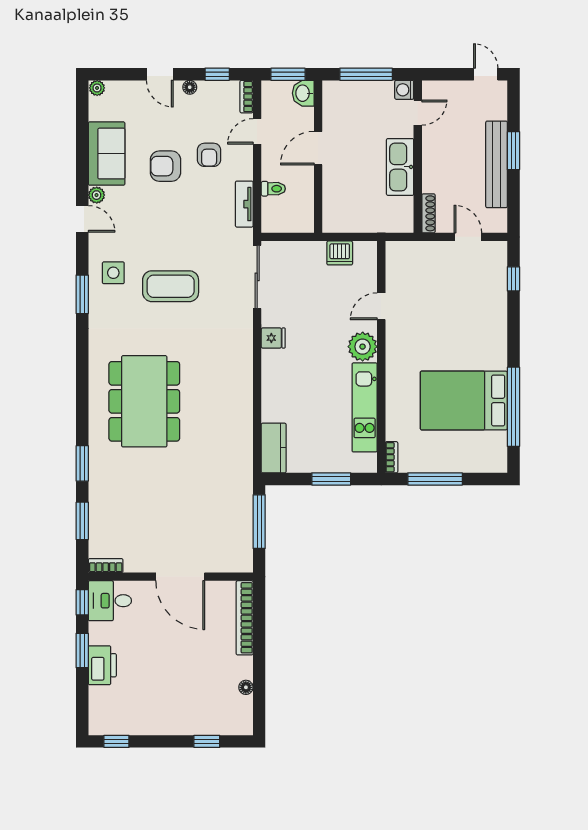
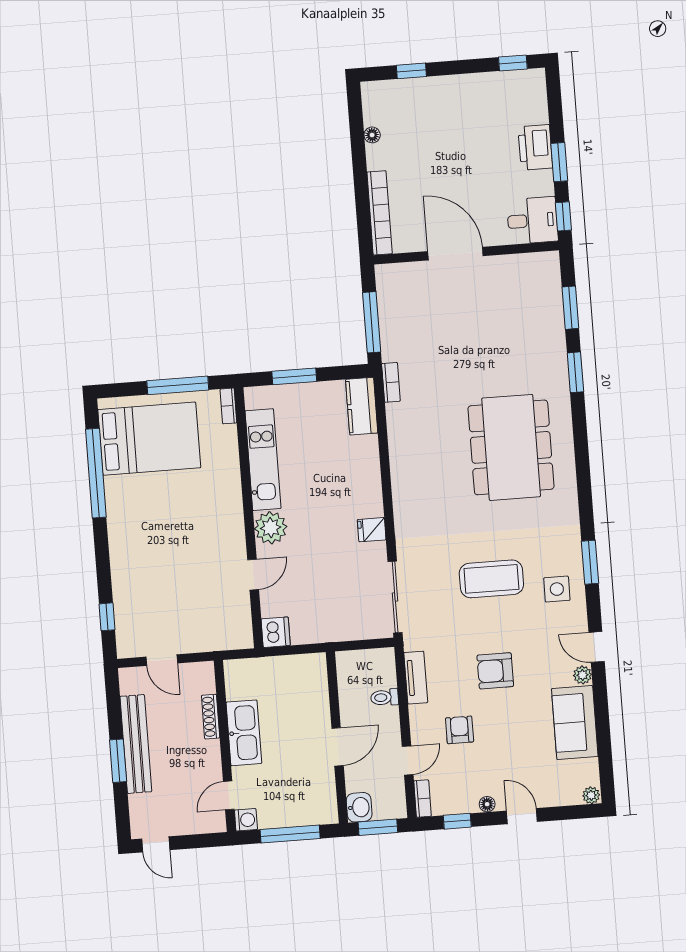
armchair: (165, 166) -> (495, 671), moved, turned 180
shoe rack: (429, 213) -> (211, 717), moved
dishwasher: (340, 253) -> (276, 632), moved, turned 90
bed: (464, 400) -> (149, 439), moved
bookcase: (106, 566) -> (391, 382), moved, turned -90

